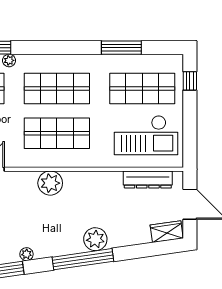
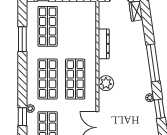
checkout: (146, 135) -> (76, 24), removed
dresser: (148, 180) -> (104, 44), moved
plant: (95, 239) -> (141, 55), removed

